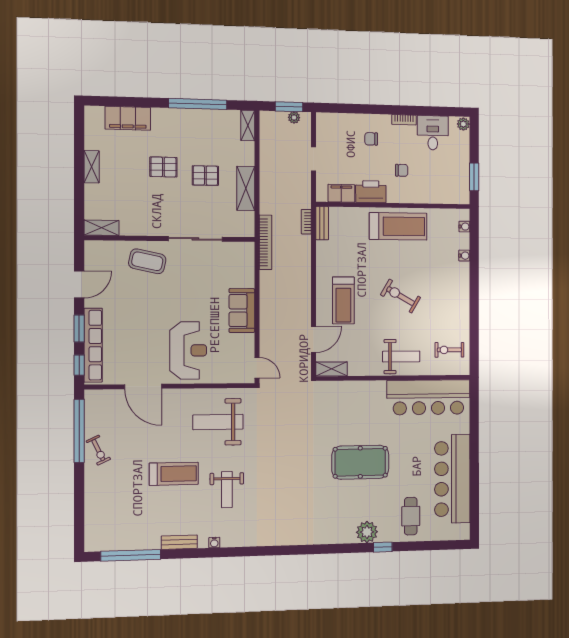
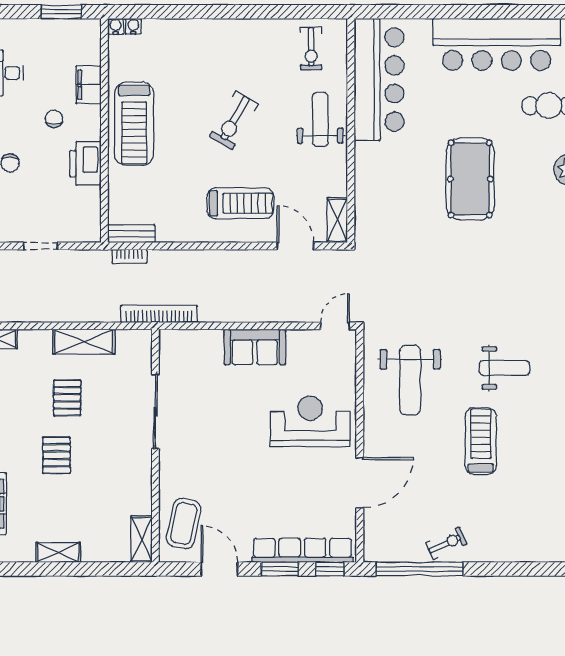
filing cabinet: (341, 193) -> (88, 85), moved
treadmill: (398, 226) -> (134, 124), turned 180
water cooler: (464, 256) -> (116, 26), moved
coffee table: (147, 261) -> (184, 524), moved

